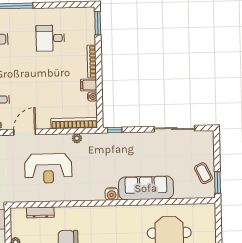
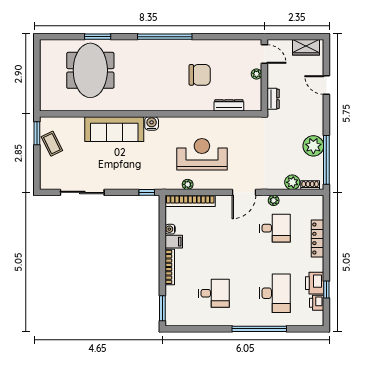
reception desk: (48, 168) -> (202, 154), moved

